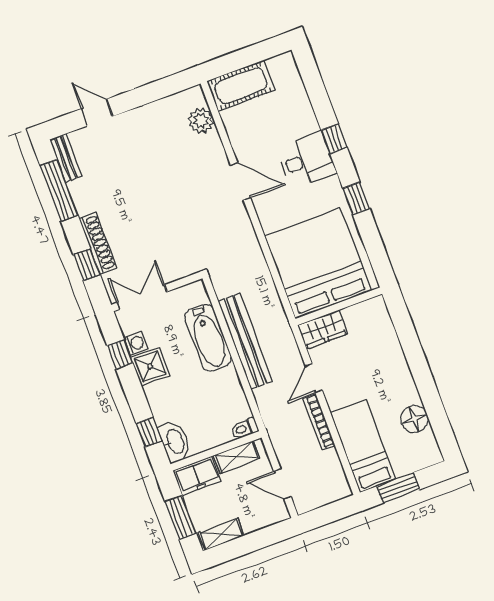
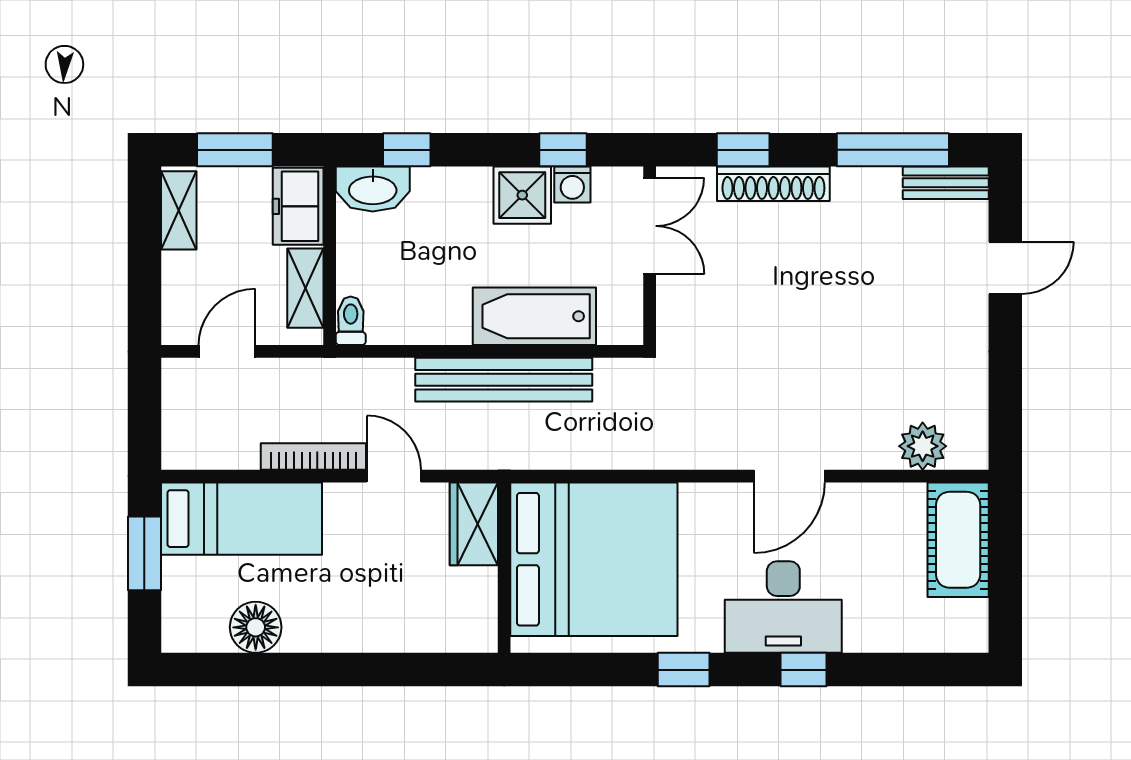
desk: (307, 160) -> (783, 607), width x1.37

